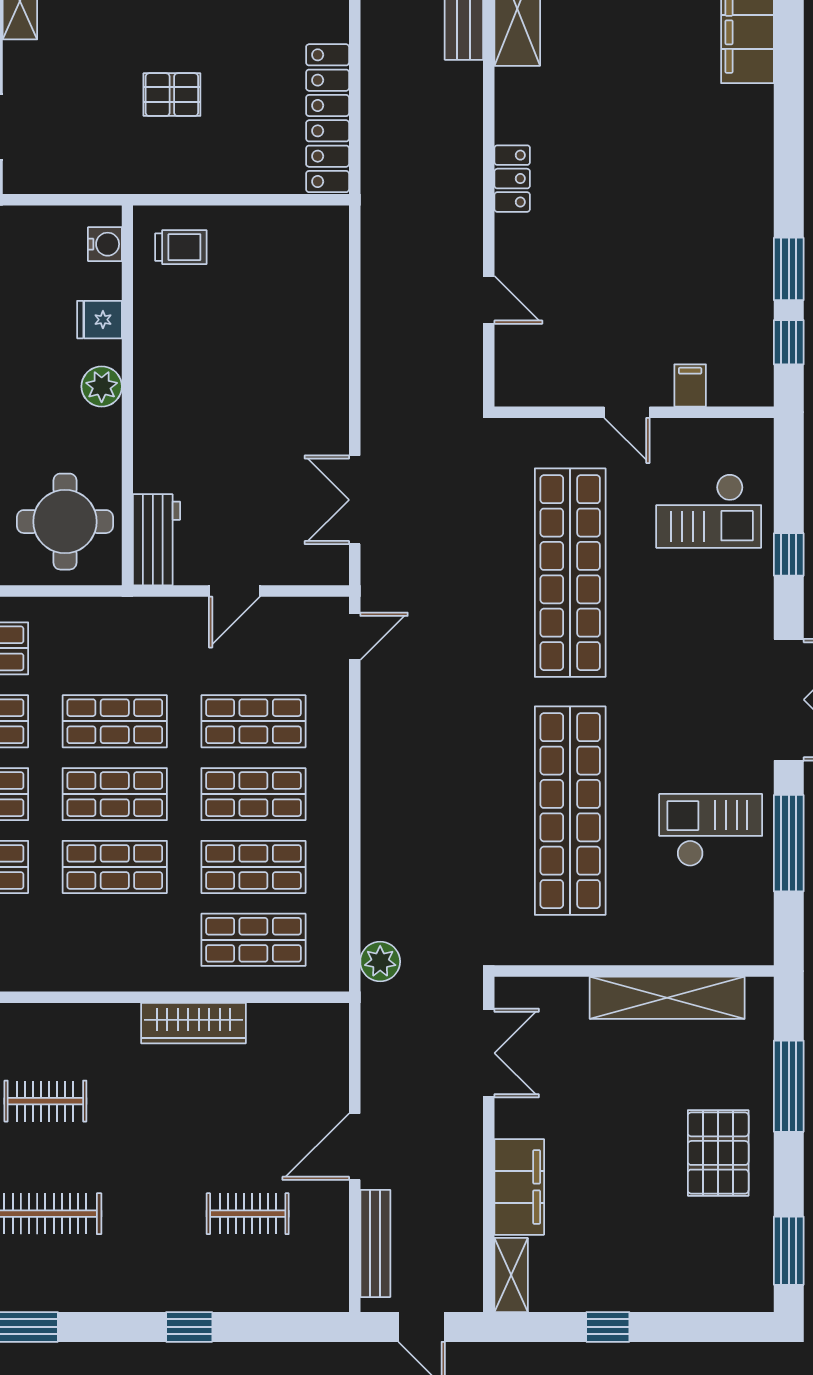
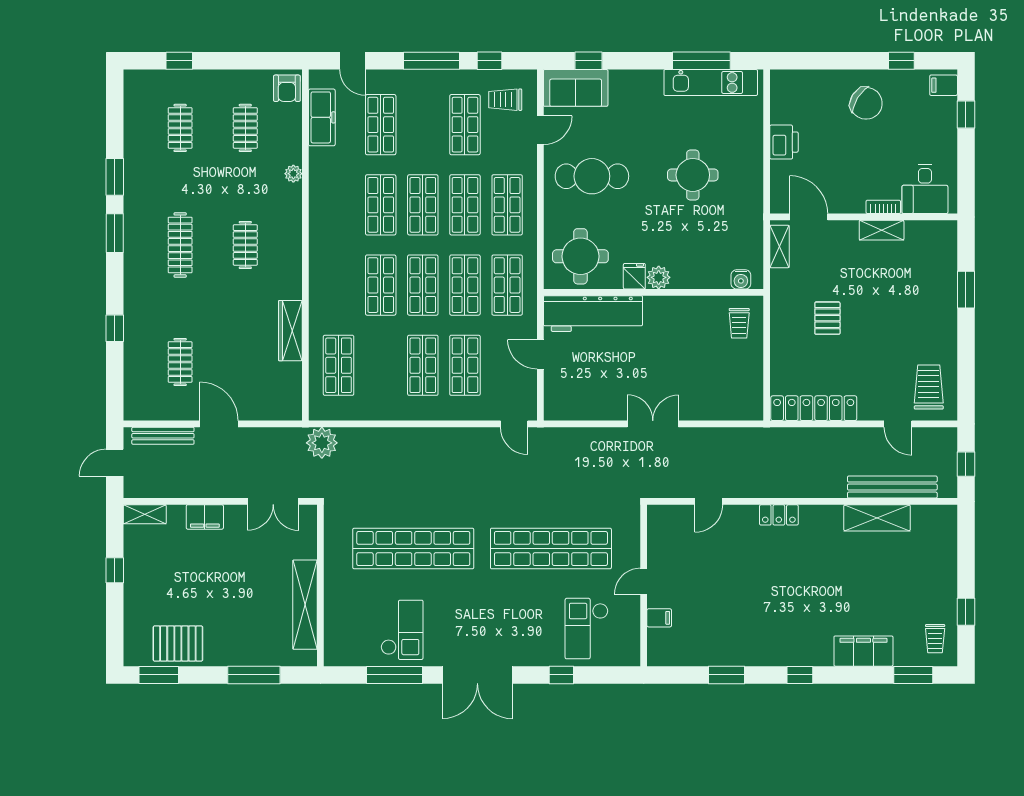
shelving: (48, 178) -> (779, 246), added
fridge: (99, 320) -> (634, 276), moved
window: (789, 342) -> (800, 675), moved
double door: (355, 500) -> (653, 424), moved
workbench: (157, 540) -> (593, 314), width x1.88, depth x1.32
shop shelf: (253, 867) -> (507, 285), moved
plant: (380, 962) -> (322, 443), width x1.36, depth x1.36
pallet: (718, 1153) -> (178, 644), moved
filing cabinet: (519, 1187) -> (205, 517), width x0.67, depth x0.86

